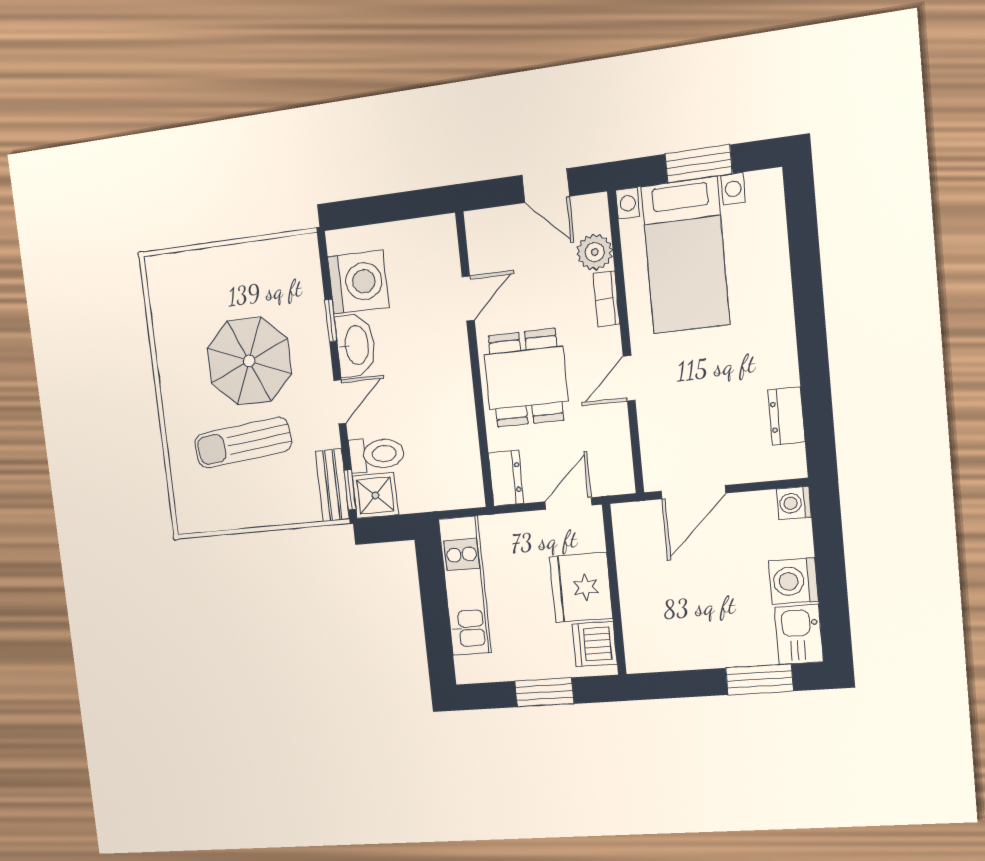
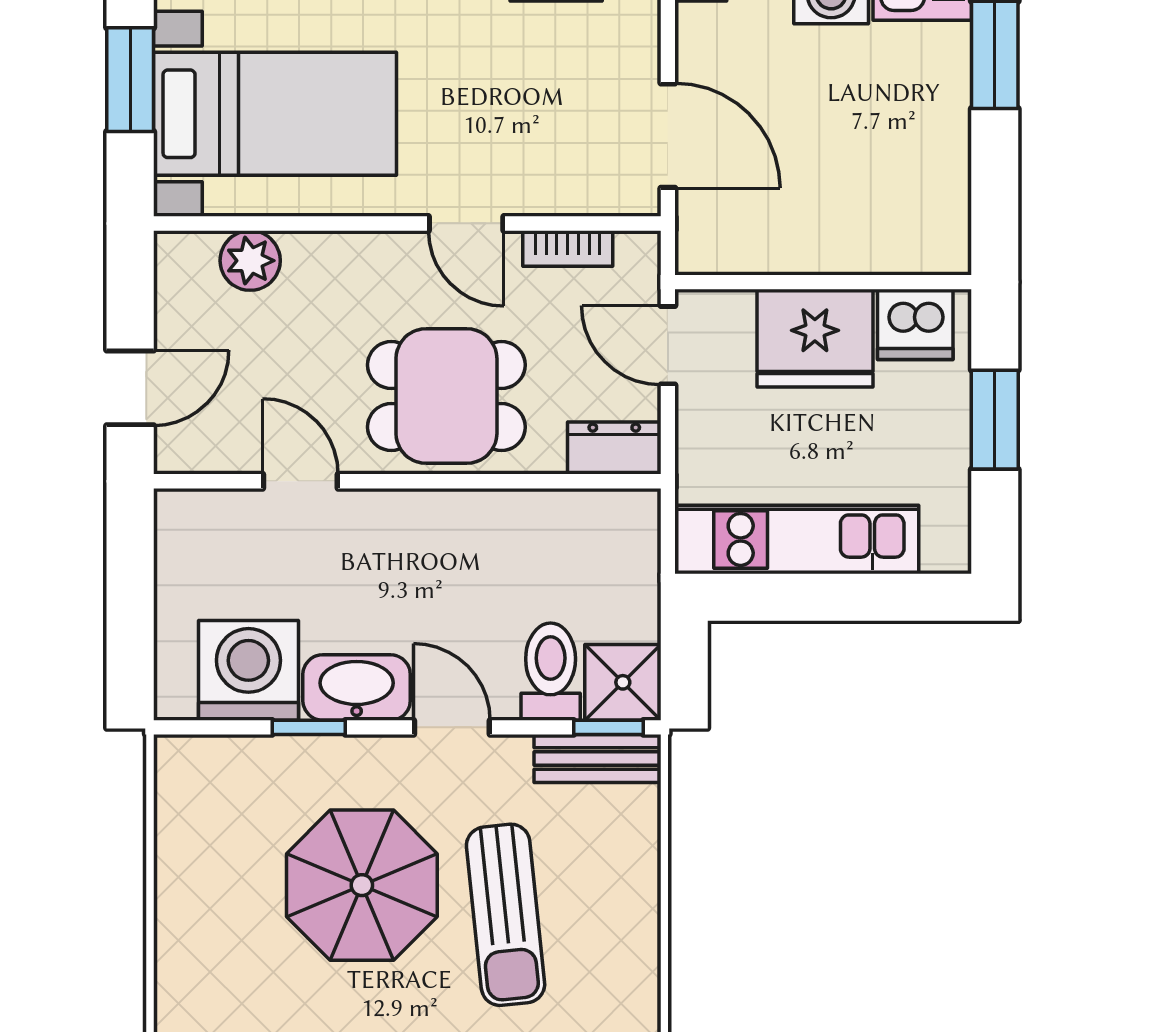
door: (546, 186) -> (130, 388), moved
bookcase: (606, 299) -> (568, 248), moved

